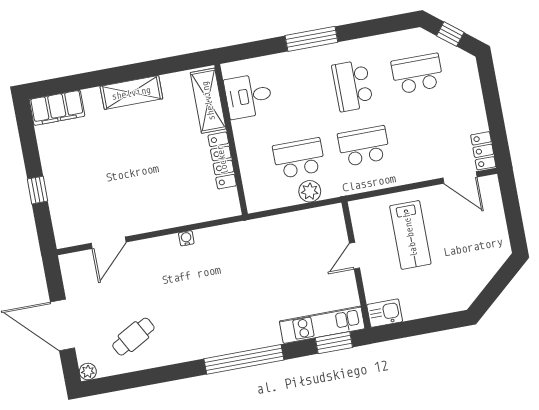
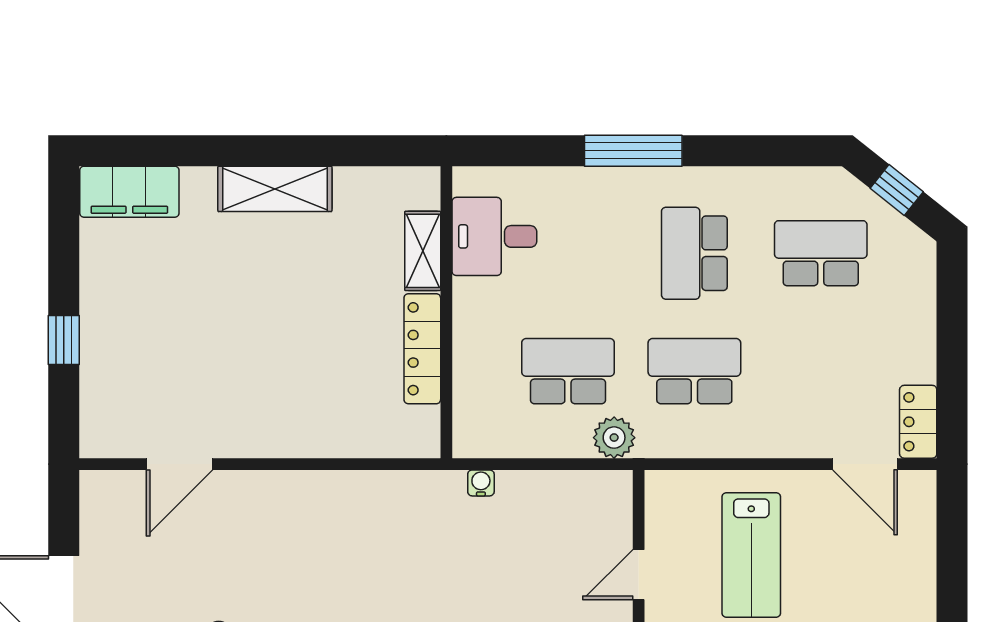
shelving: (208, 101) -> (423, 251), width x0.67, depth x0.75
plant: (310, 191) -> (614, 438), moved
water cooler: (186, 238) -> (481, 483), moved

